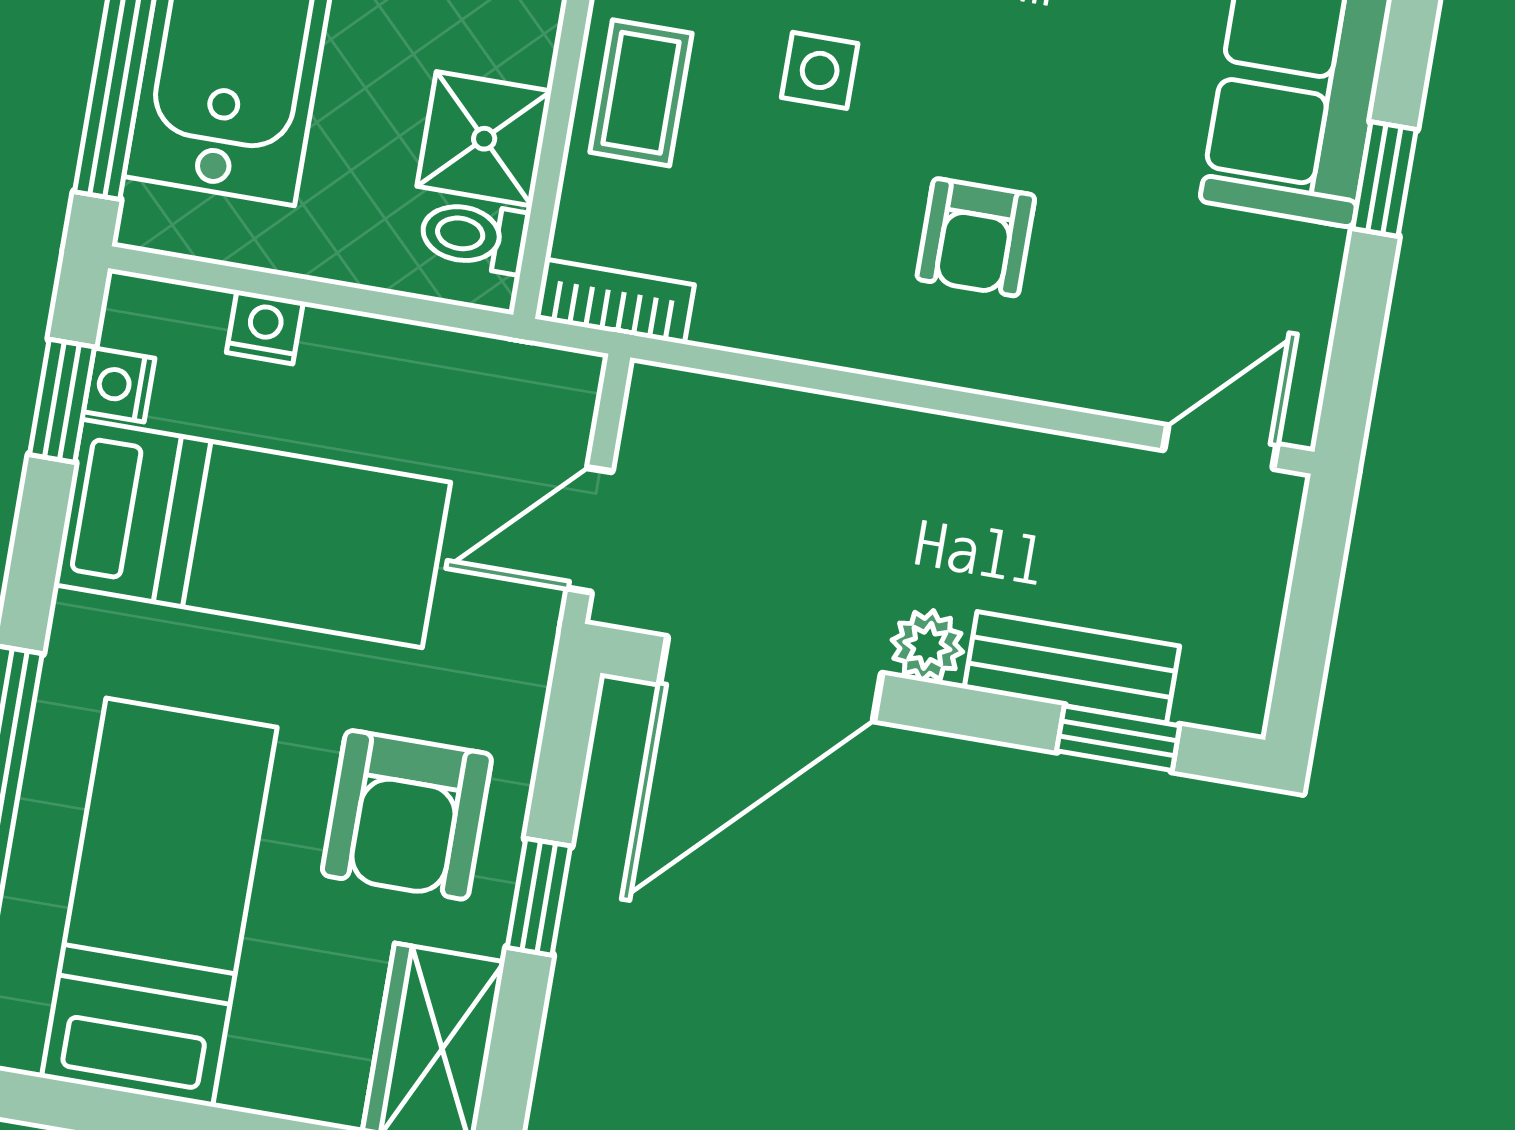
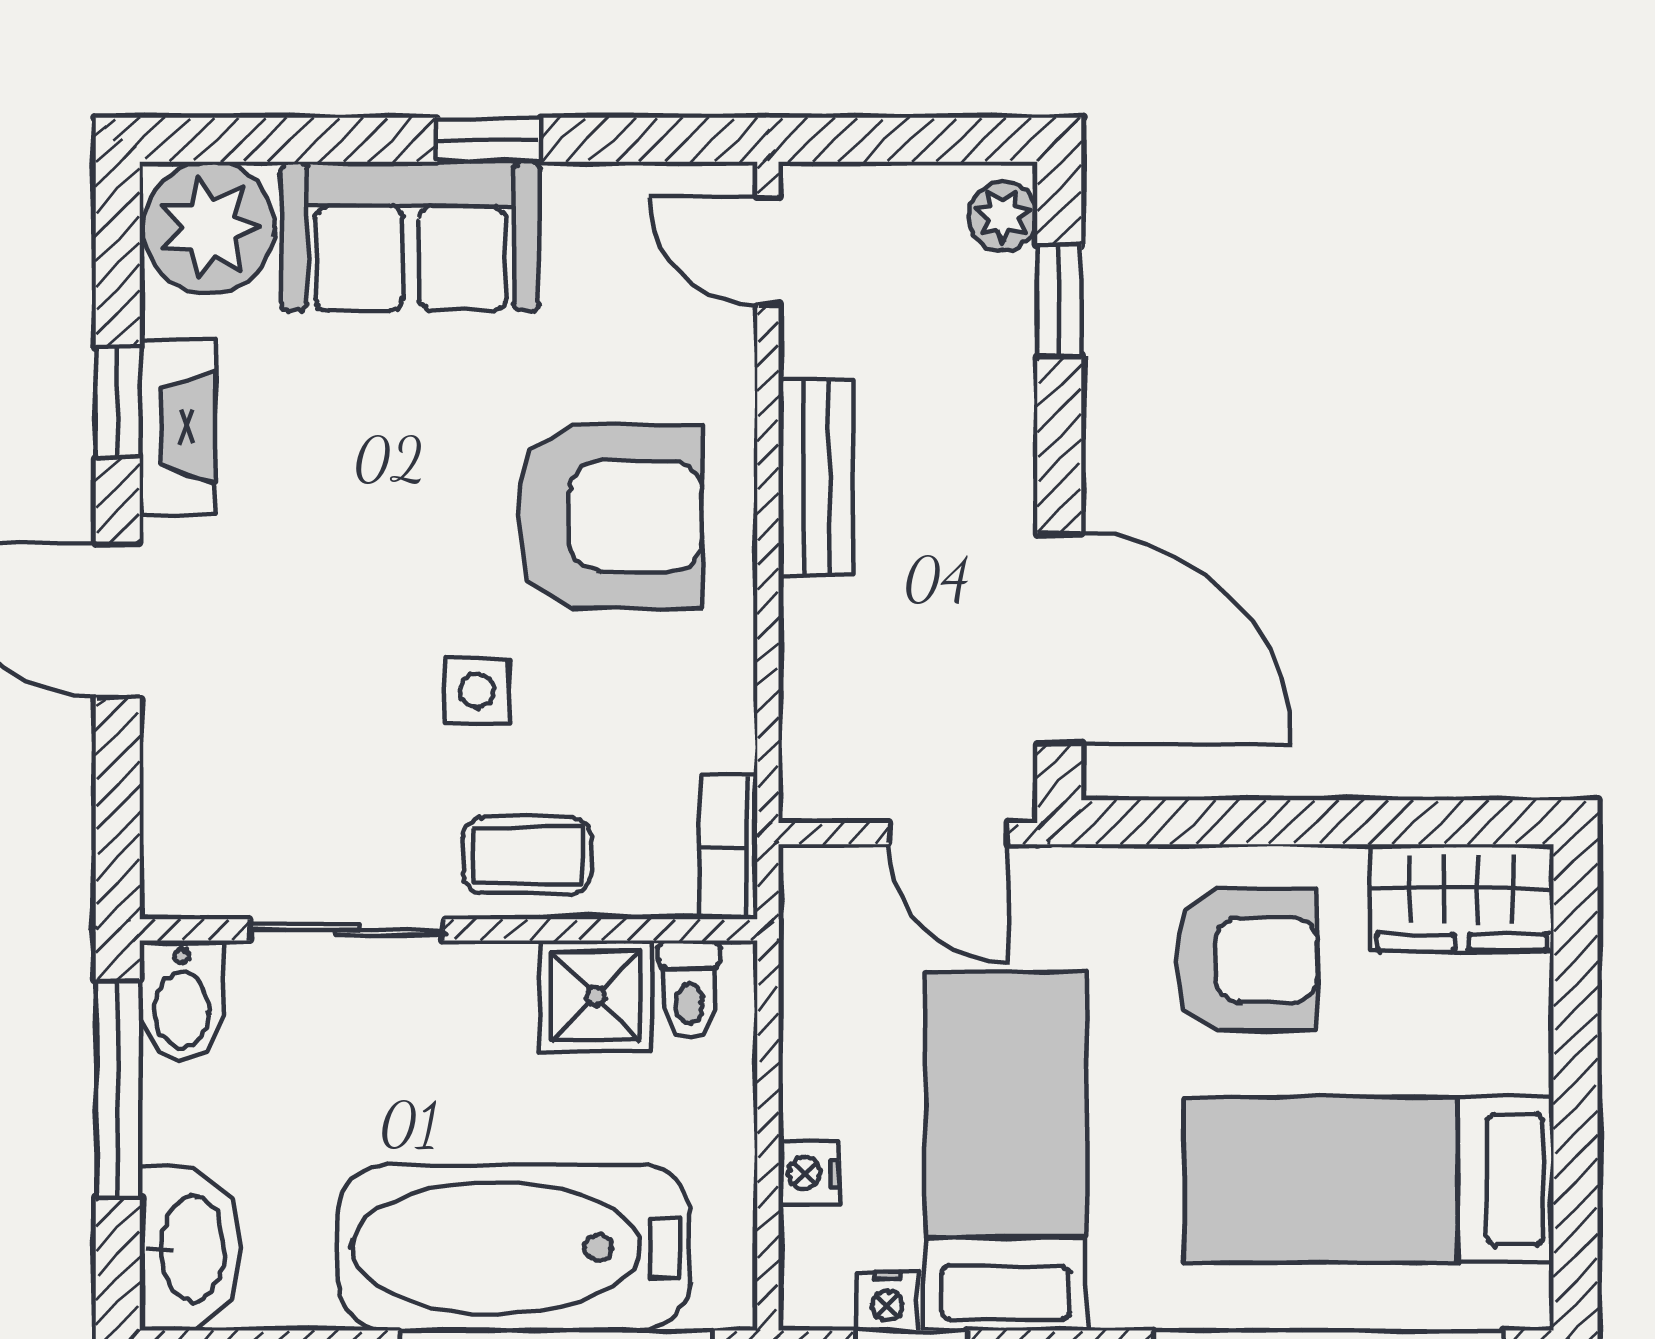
armchair: (976, 237) -> (609, 516), width x1.88, depth x1.88
plant: (927, 646) -> (1003, 216), moved
bench: (1072, 667) -> (816, 477), moved
window: (539, 897) -> (1303, 822), removed

